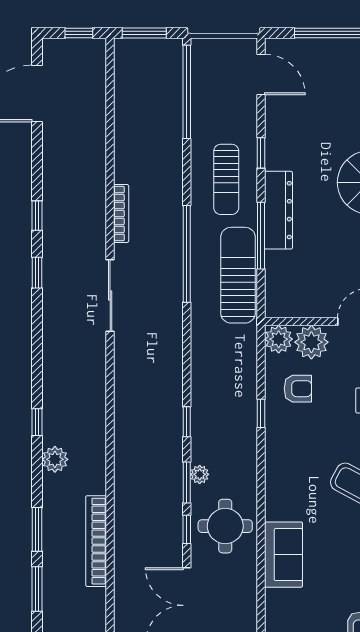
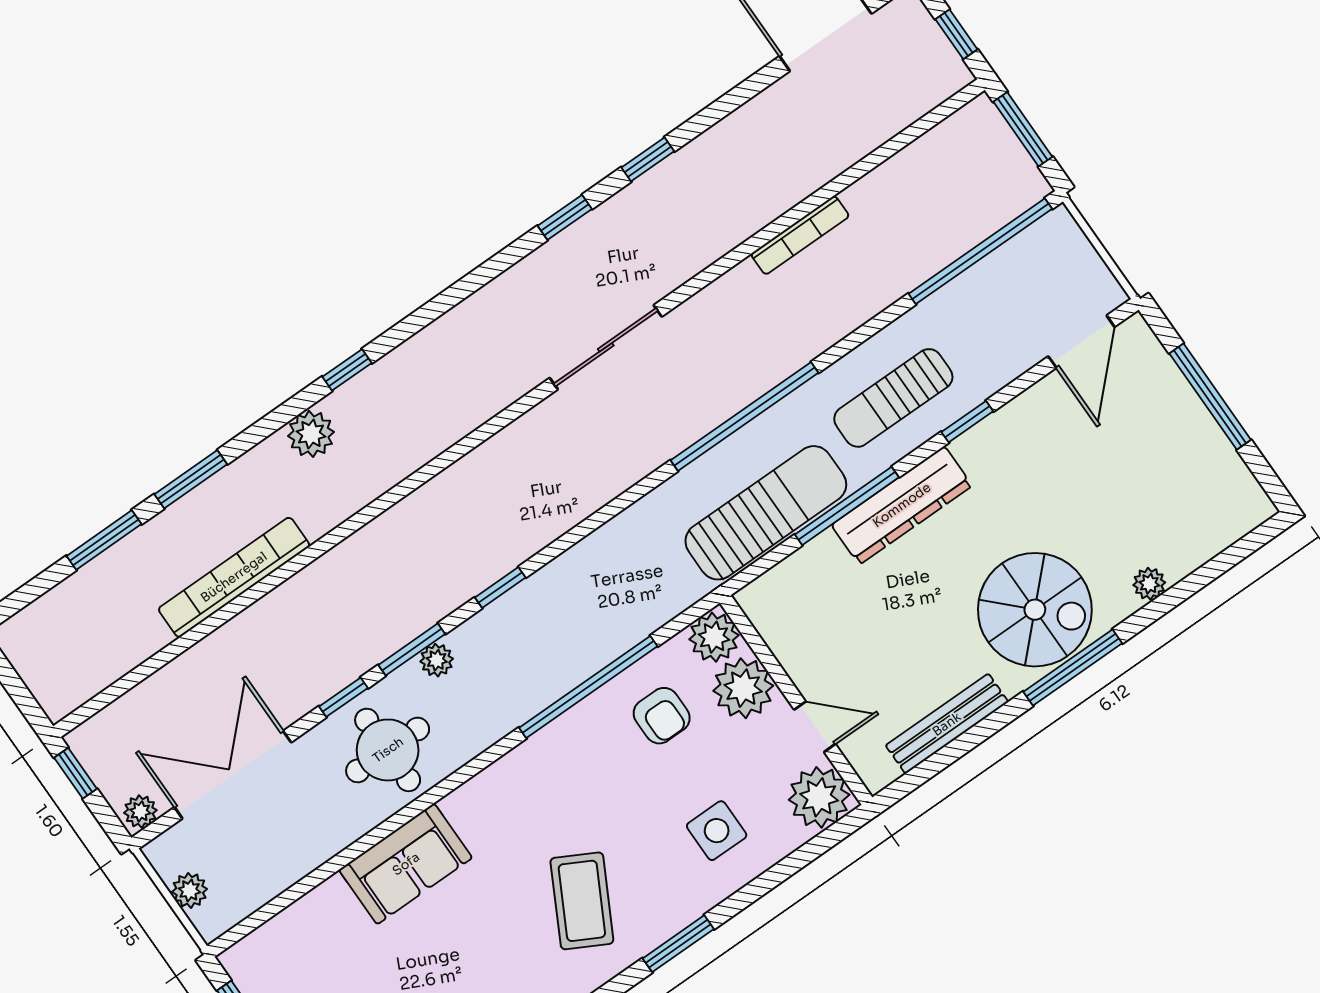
bookcase: (121, 213) -> (800, 235), moved
window: (261, 413) -> (588, 687), width x3.17

